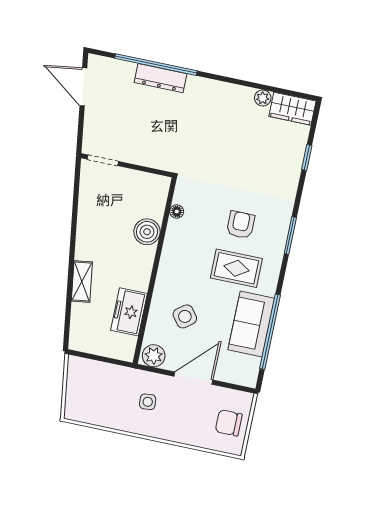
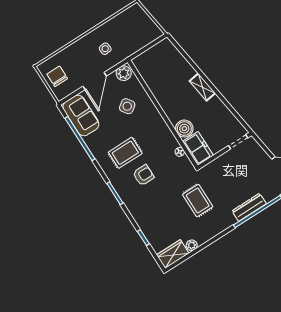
rug: (209, 140) -> (198, 201), added
armchair: (241, 225) -> (143, 175), turned -90
shelving: (82, 281) -> (202, 87), moved
freezer: (129, 312) -> (198, 148), moved
sofa: (251, 324) -> (81, 115), moved
chair: (229, 423) -> (57, 76), turned -90

